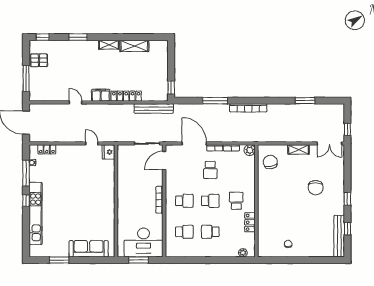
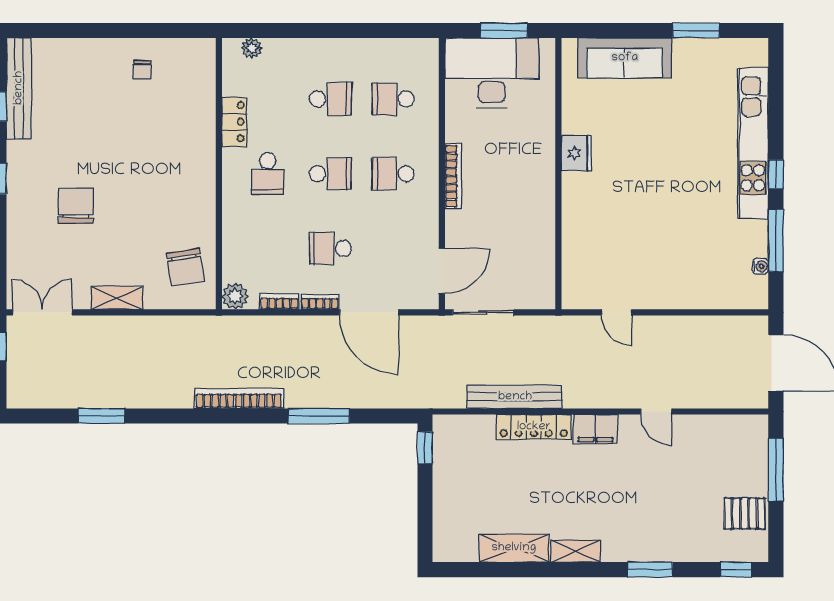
bench: (154, 109) -> (515, 397), moved
locker: (47, 149) -> (726, 298), removed
fridge: (109, 152) -> (576, 153), moved
school desk: (210, 170) -> (330, 248), turned -90
school desk: (210, 201) -> (330, 174), turned 180

